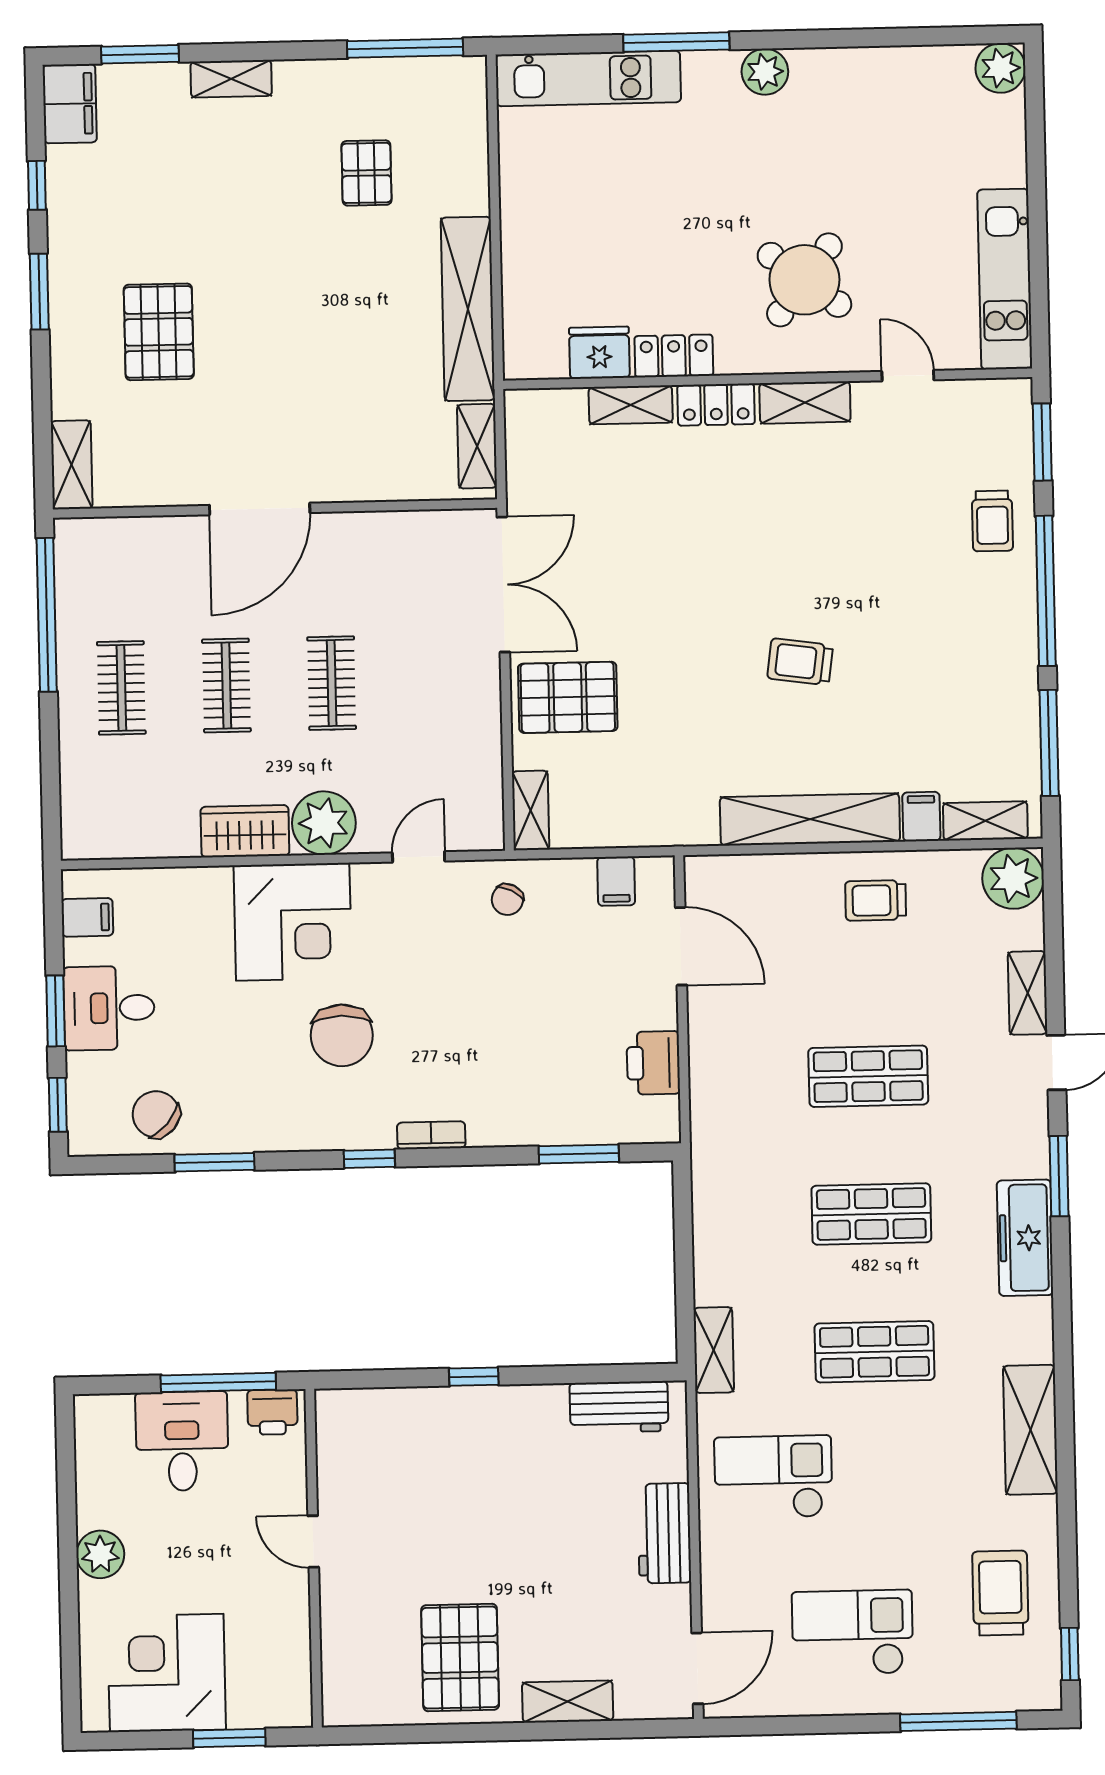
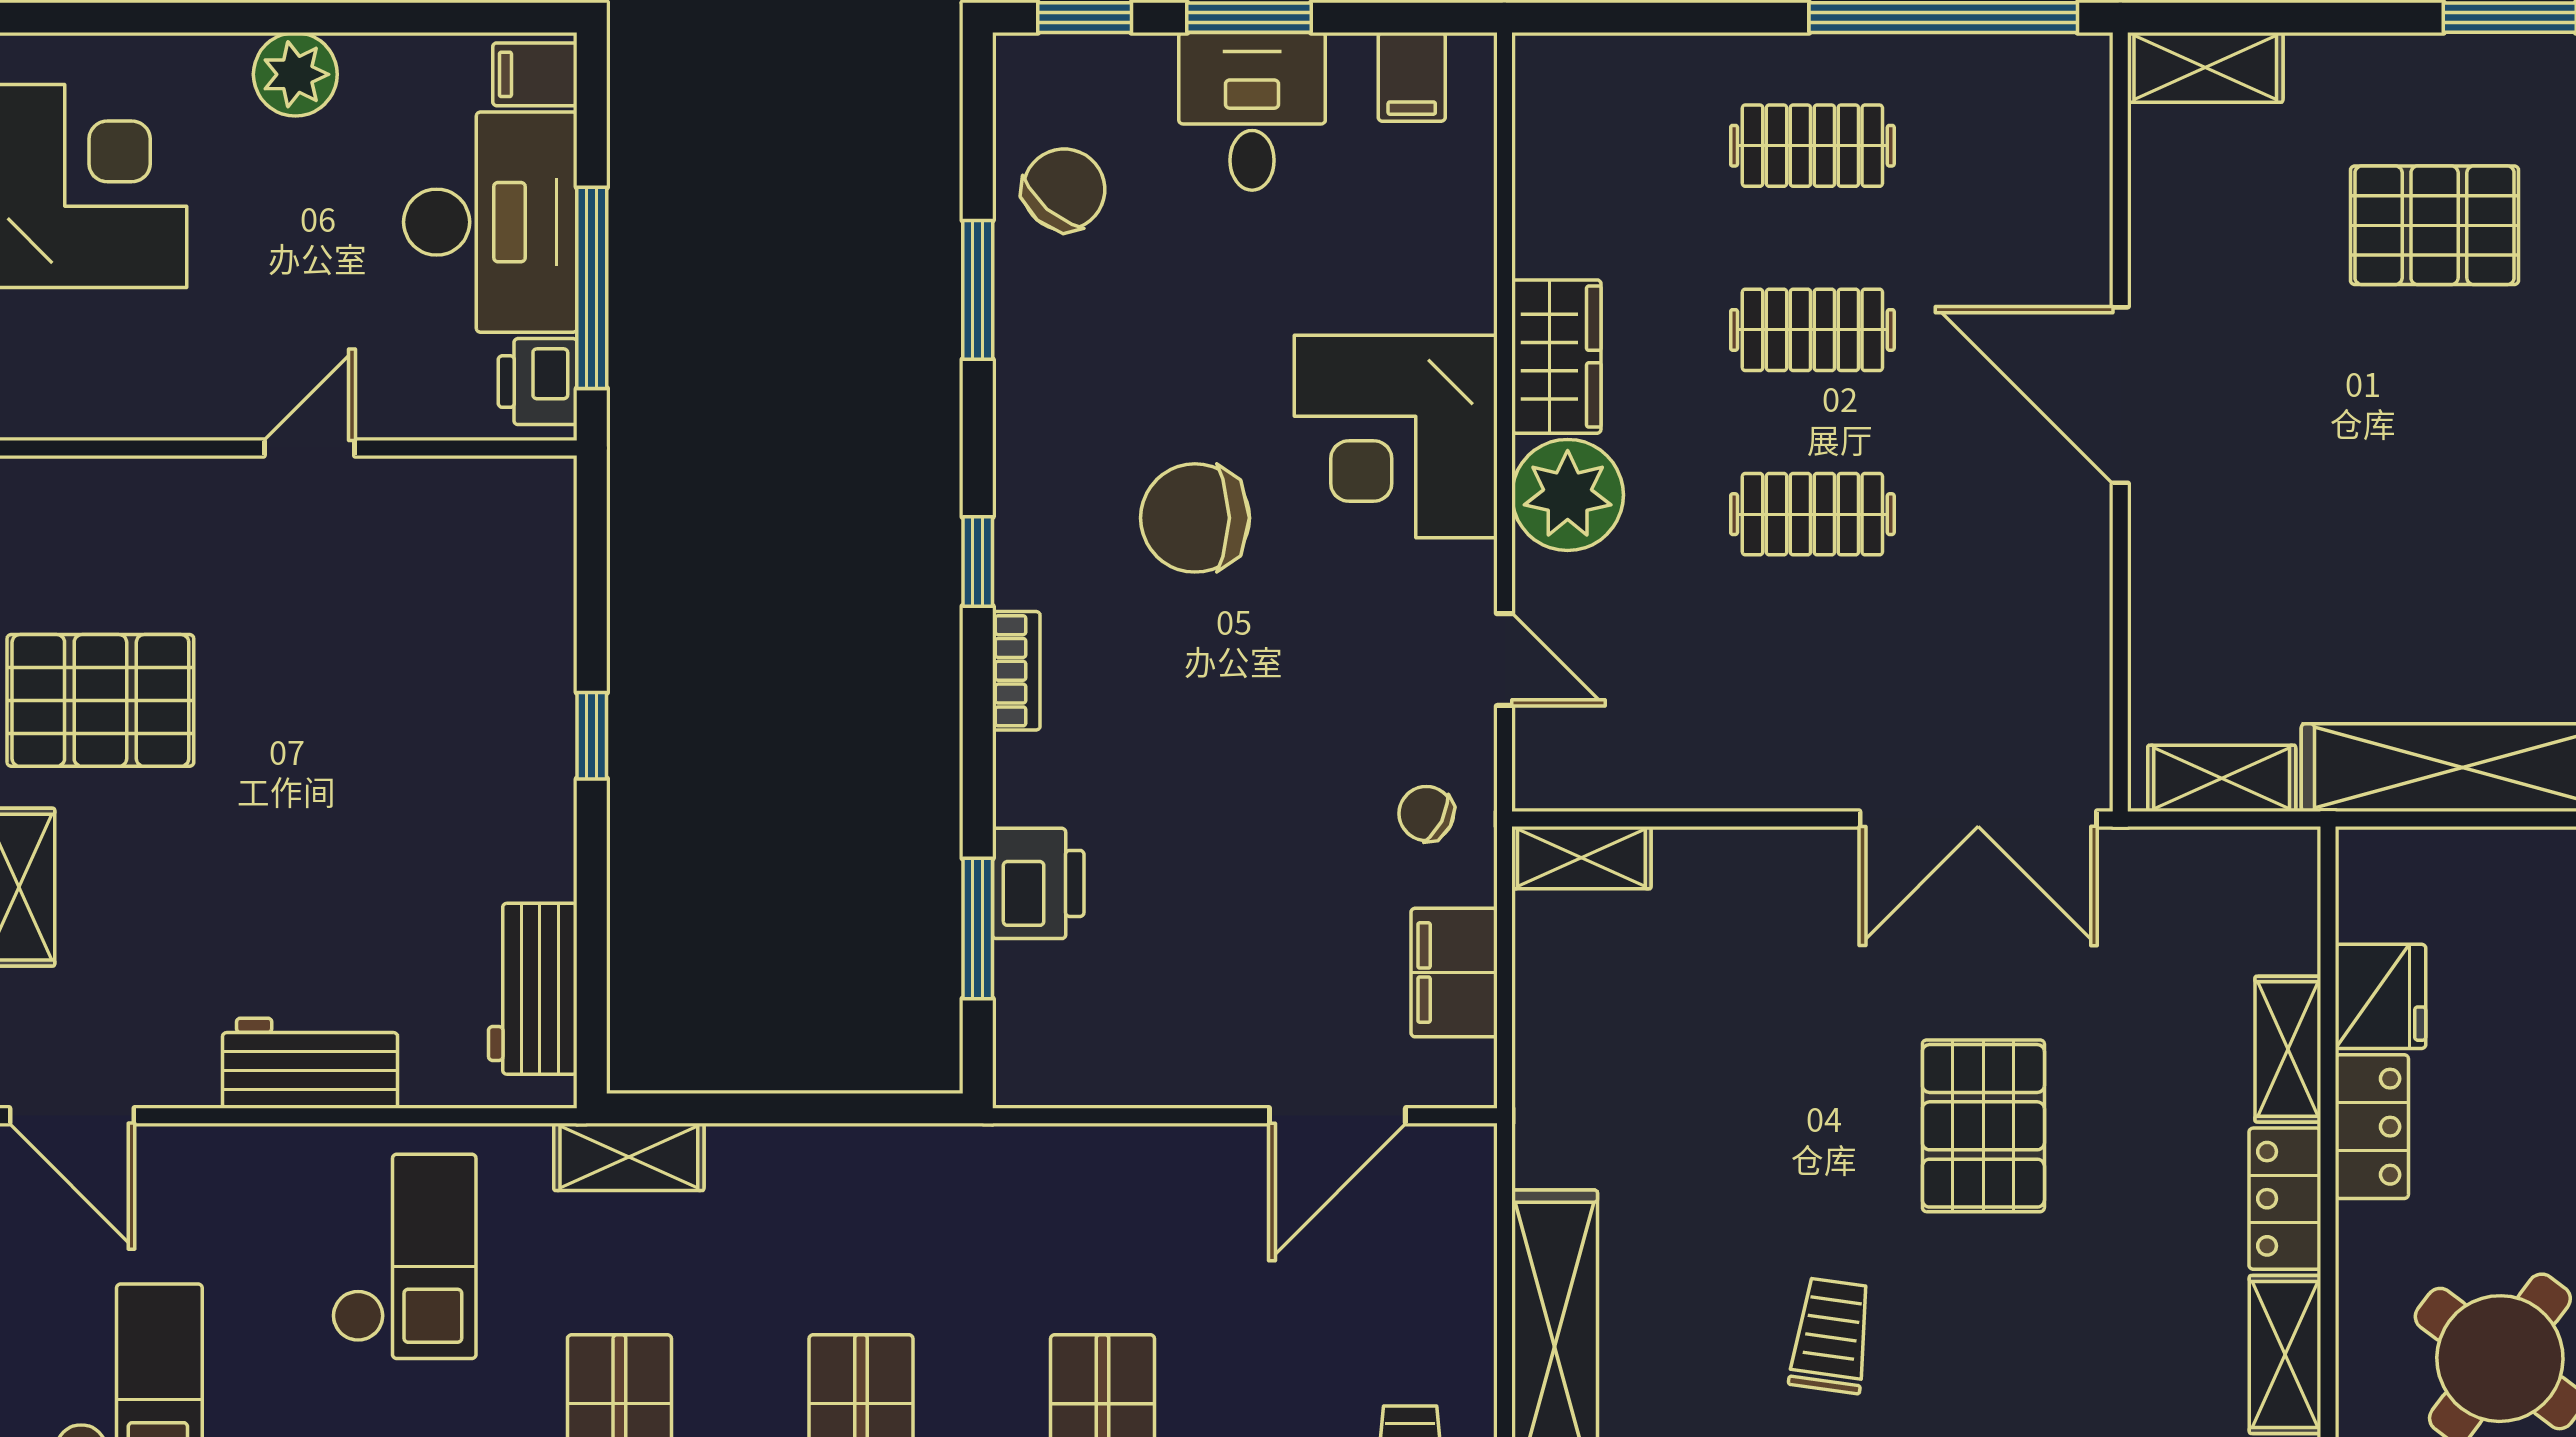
pallet: (568, 697) -> (1983, 1126), moved
filing cabinet: (616, 881) -> (1454, 973), width x2.00
printer: (653, 1063) -> (1038, 883), moved, turned 90
filing cabinet: (97, 1418) -> (535, 74), added
desk: (182, 1441) -> (490, 222), width x1.37

